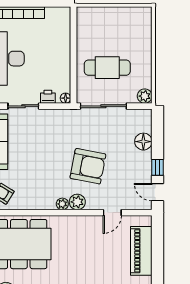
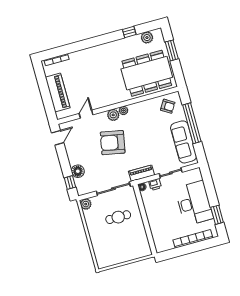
cafe table: (107, 68) -> (118, 217), width x0.73, depth x0.74
piano: (61, 116) -> (141, 173), added
window: (158, 167) -> (70, 183), moved
door: (158, 192) -> (58, 138), hinge flipped

